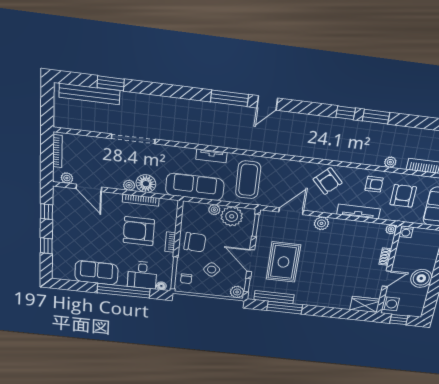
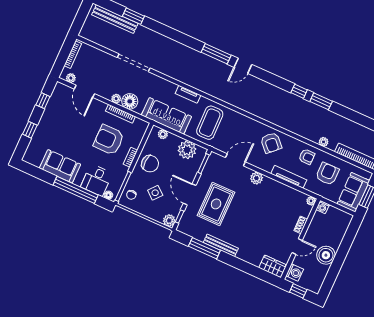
plant: (214, 210) -> (163, 134), moved
bench: (274, 297) -> (221, 245), moved

